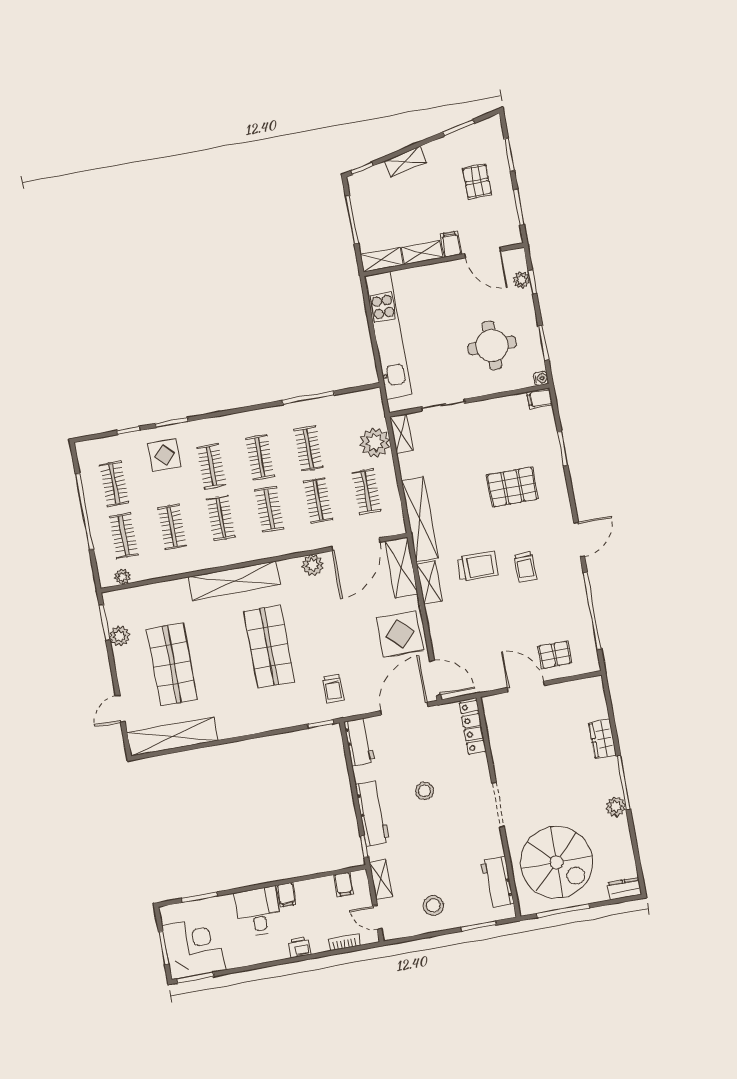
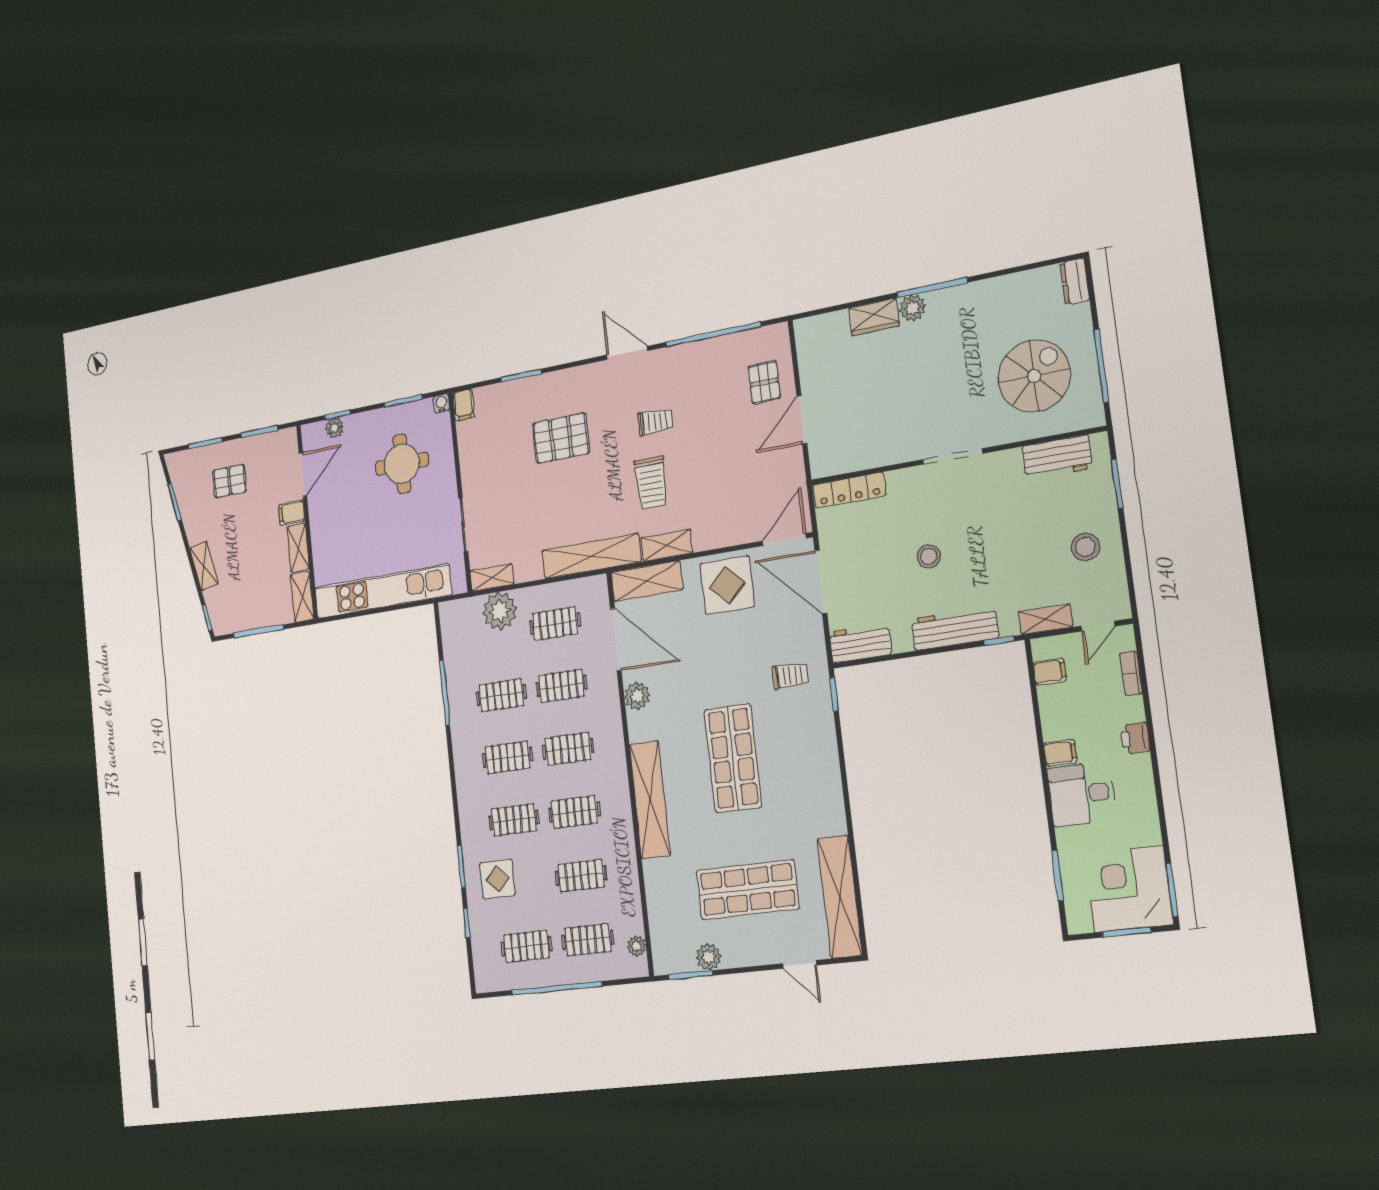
pallet: (512, 487) -> (561, 438), turned 90
trolley: (478, 566) -> (651, 483), turned 180
shop shelf: (269, 647) -> (733, 758), turned 90
plant: (616, 807) -> (912, 308), moved
spiral stairs: (557, 862) -> (1034, 376), width x0.73, depth x0.73

